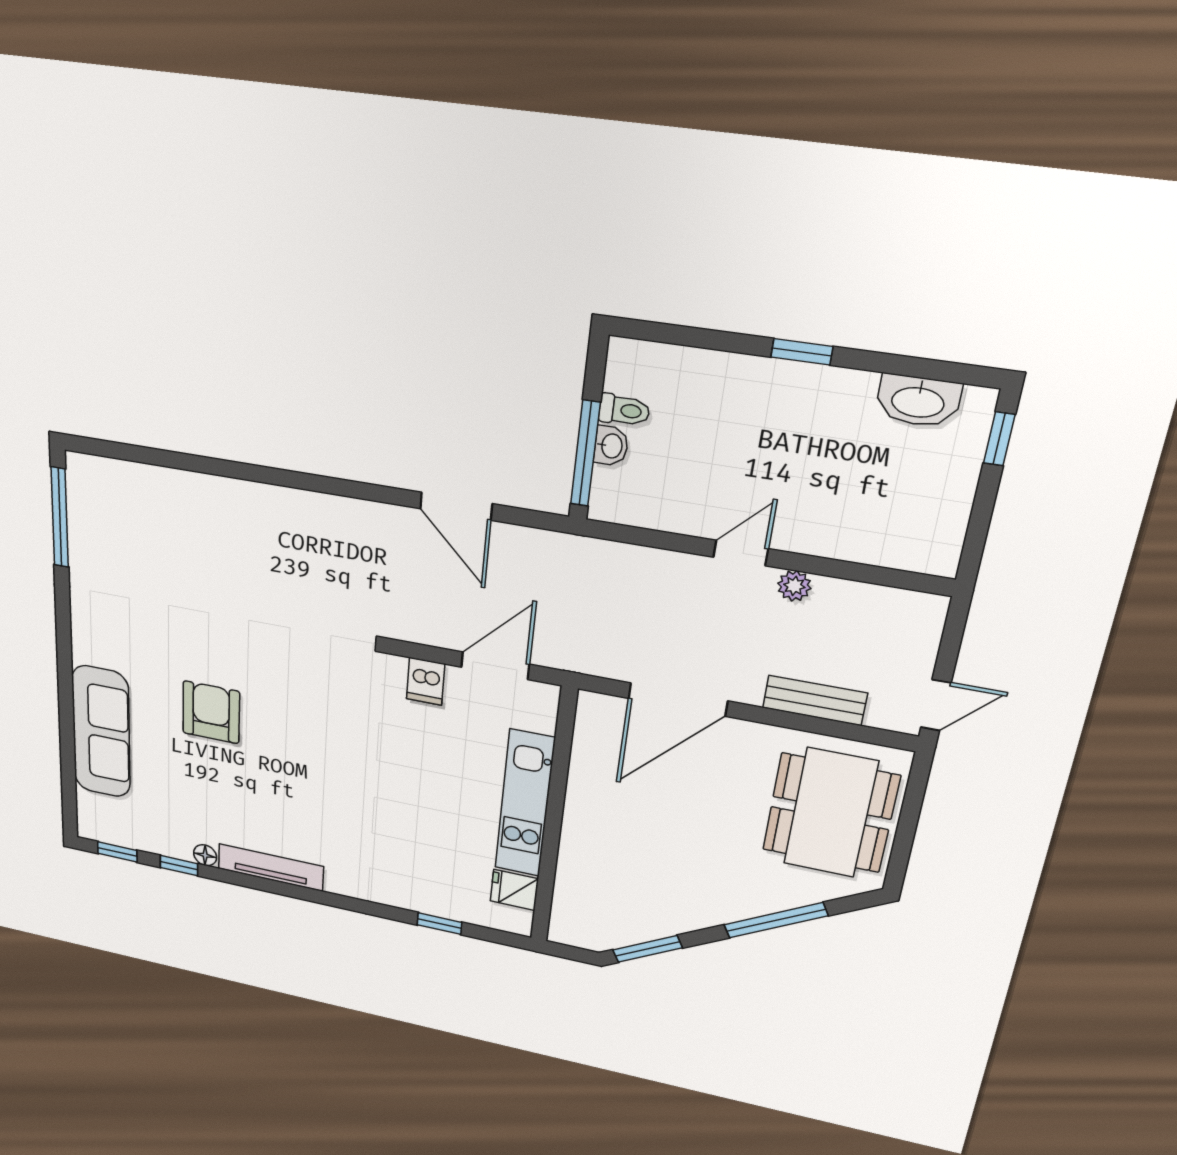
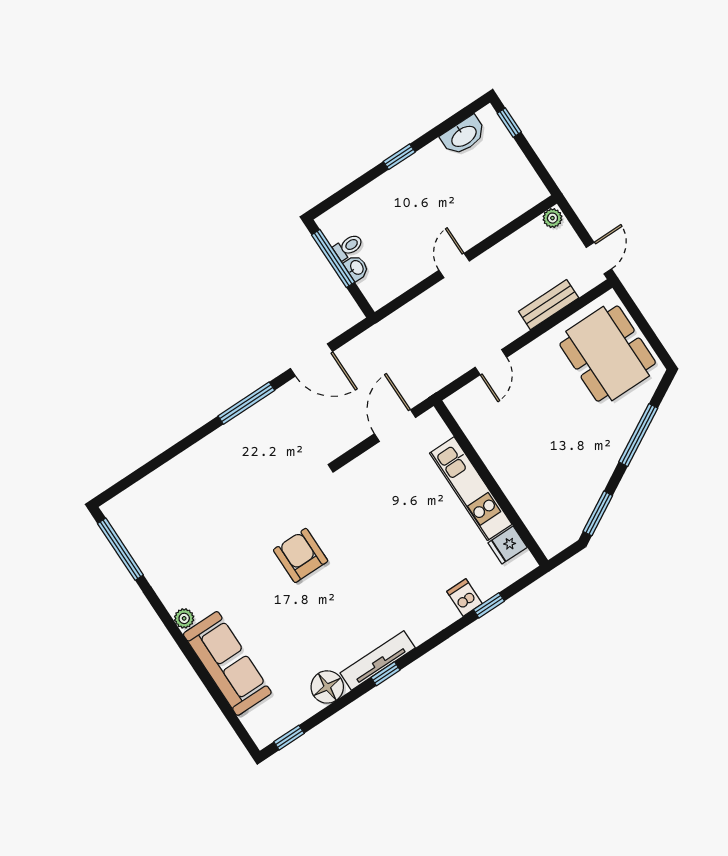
window: (585, 454) -> (333, 258), moved
window: (333, 486) -> (246, 403), added
plant: (794, 586) -> (552, 218), moved
plant: (84, 649) -> (184, 618), added
dishwasher: (426, 681) -> (464, 598), moved, turned 180
door: (678, 700) -> (491, 362), width x0.53
armchair: (211, 712) -> (301, 555), moved
floor lamp: (205, 855) -> (327, 687), width x1.89, depth x1.89
window: (179, 866) -> (385, 674), moved

